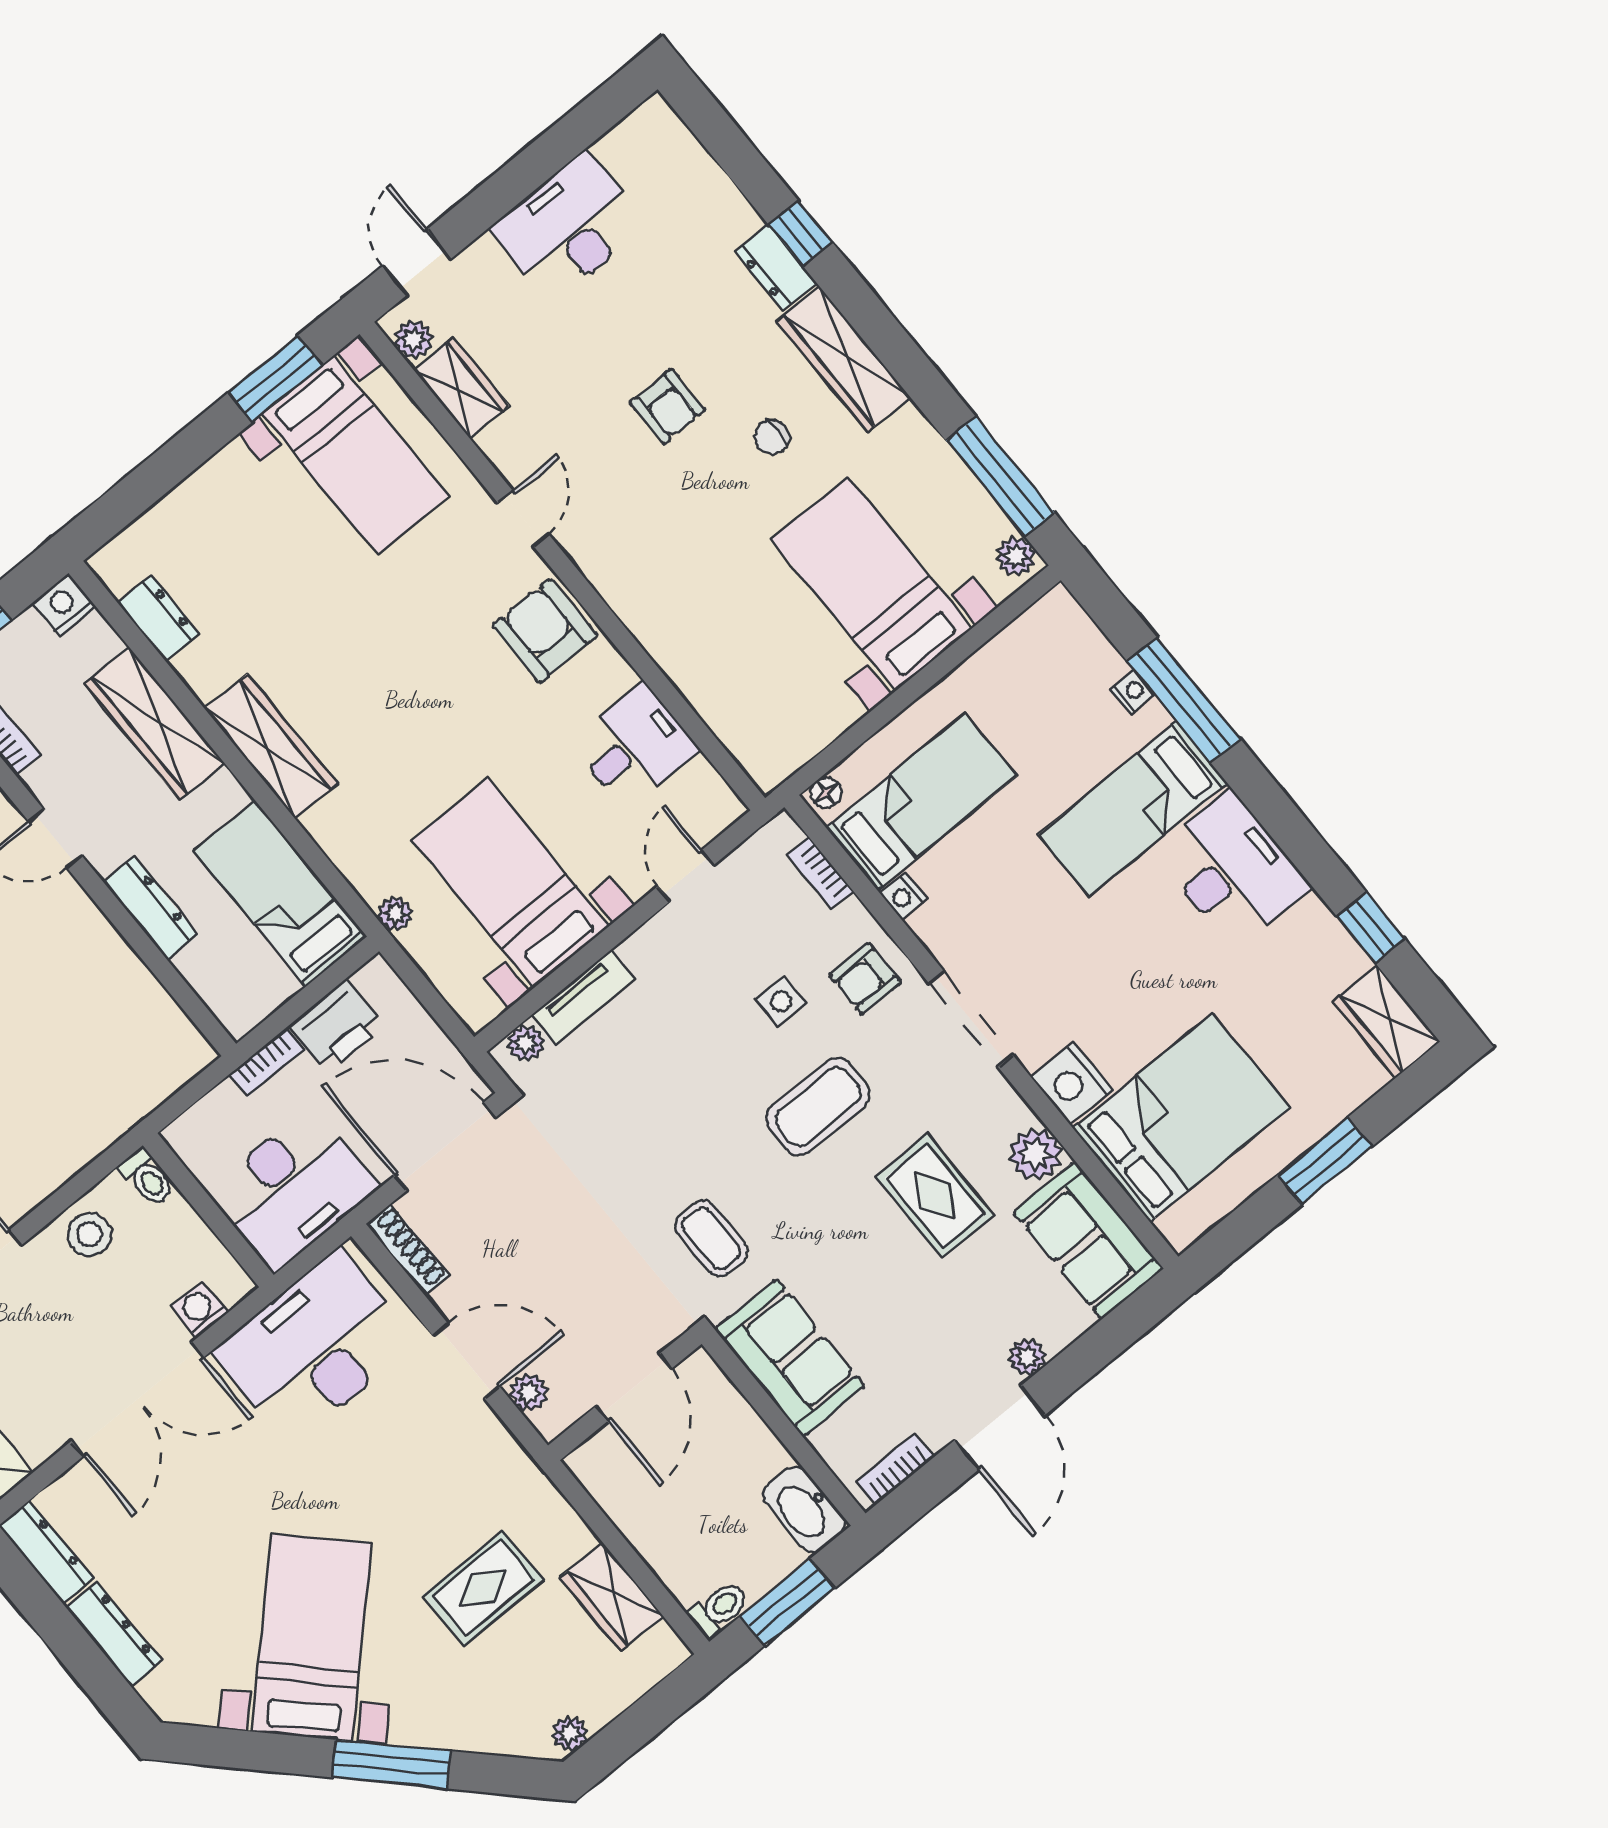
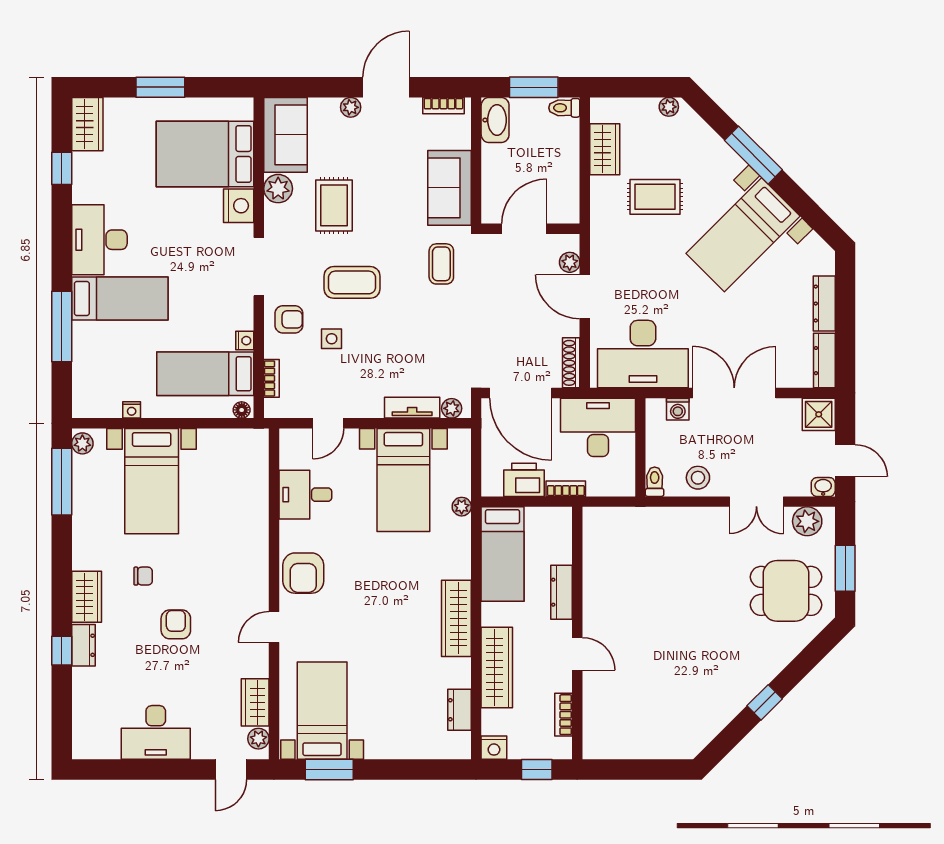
wardrobe: (843, 359) -> (87, 597), width x0.67
nightstand: (1133, 692) -> (132, 410), moved, turned -90

